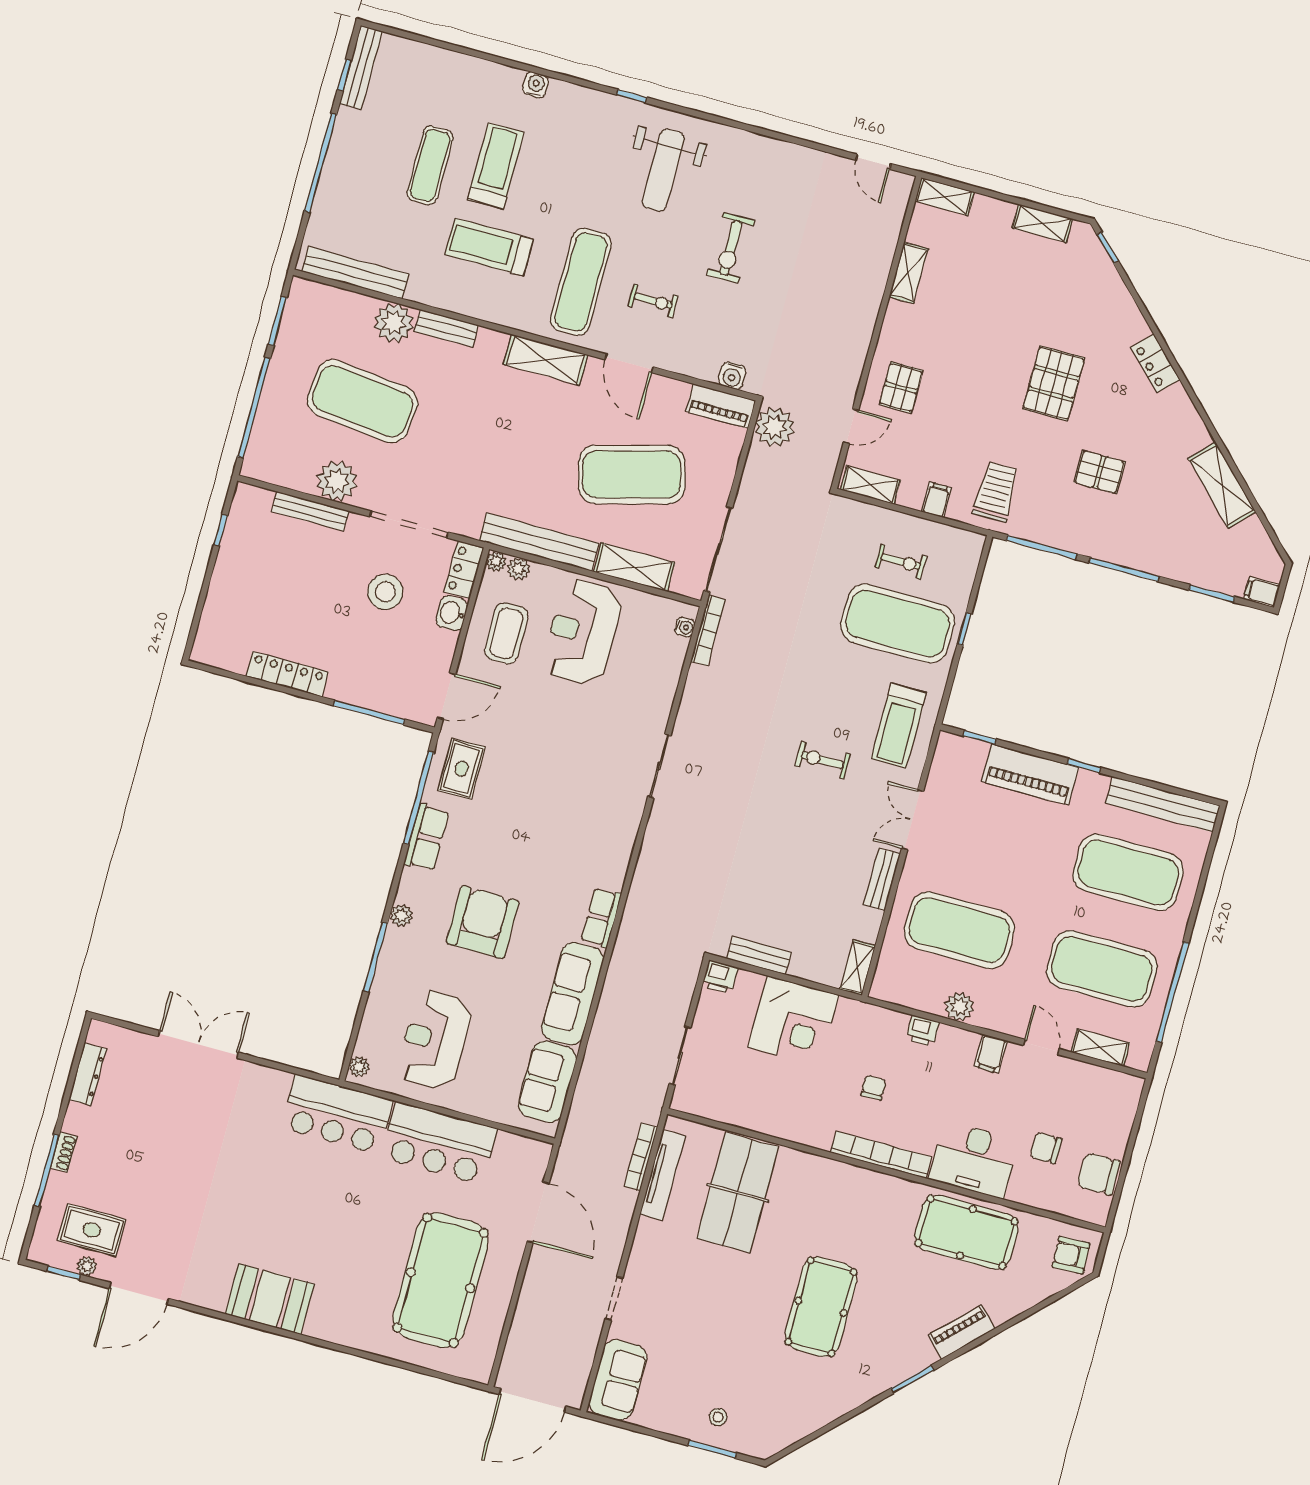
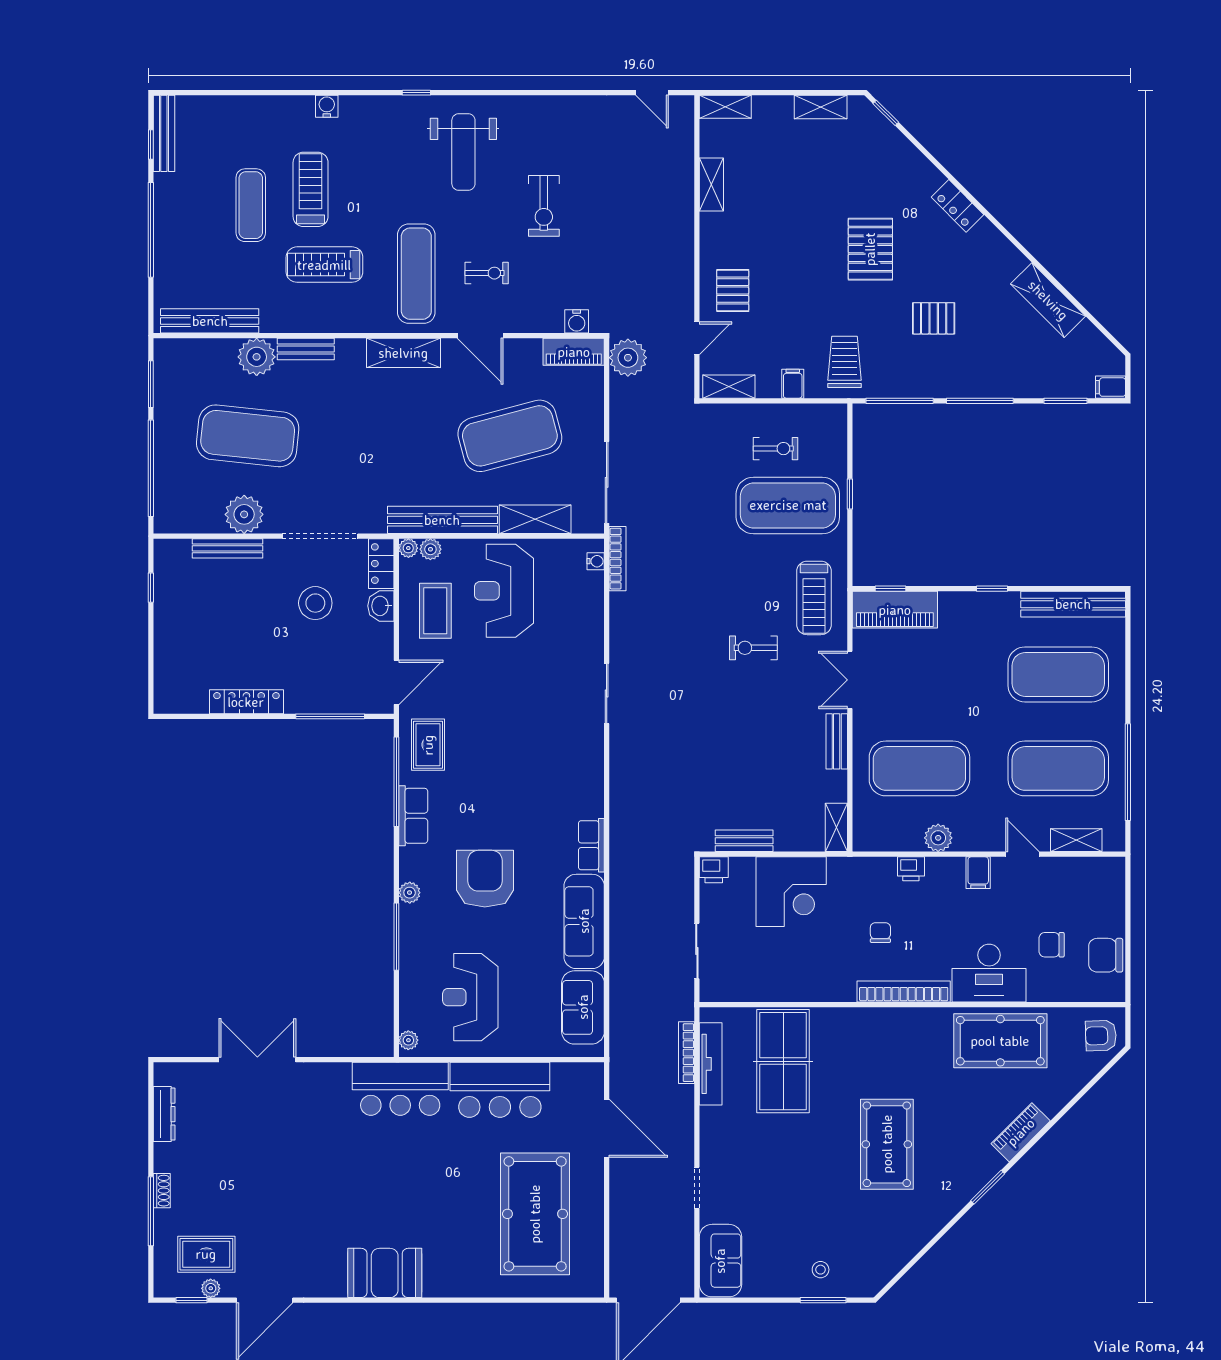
piano: (1030, 774) -> (895, 610), moved

